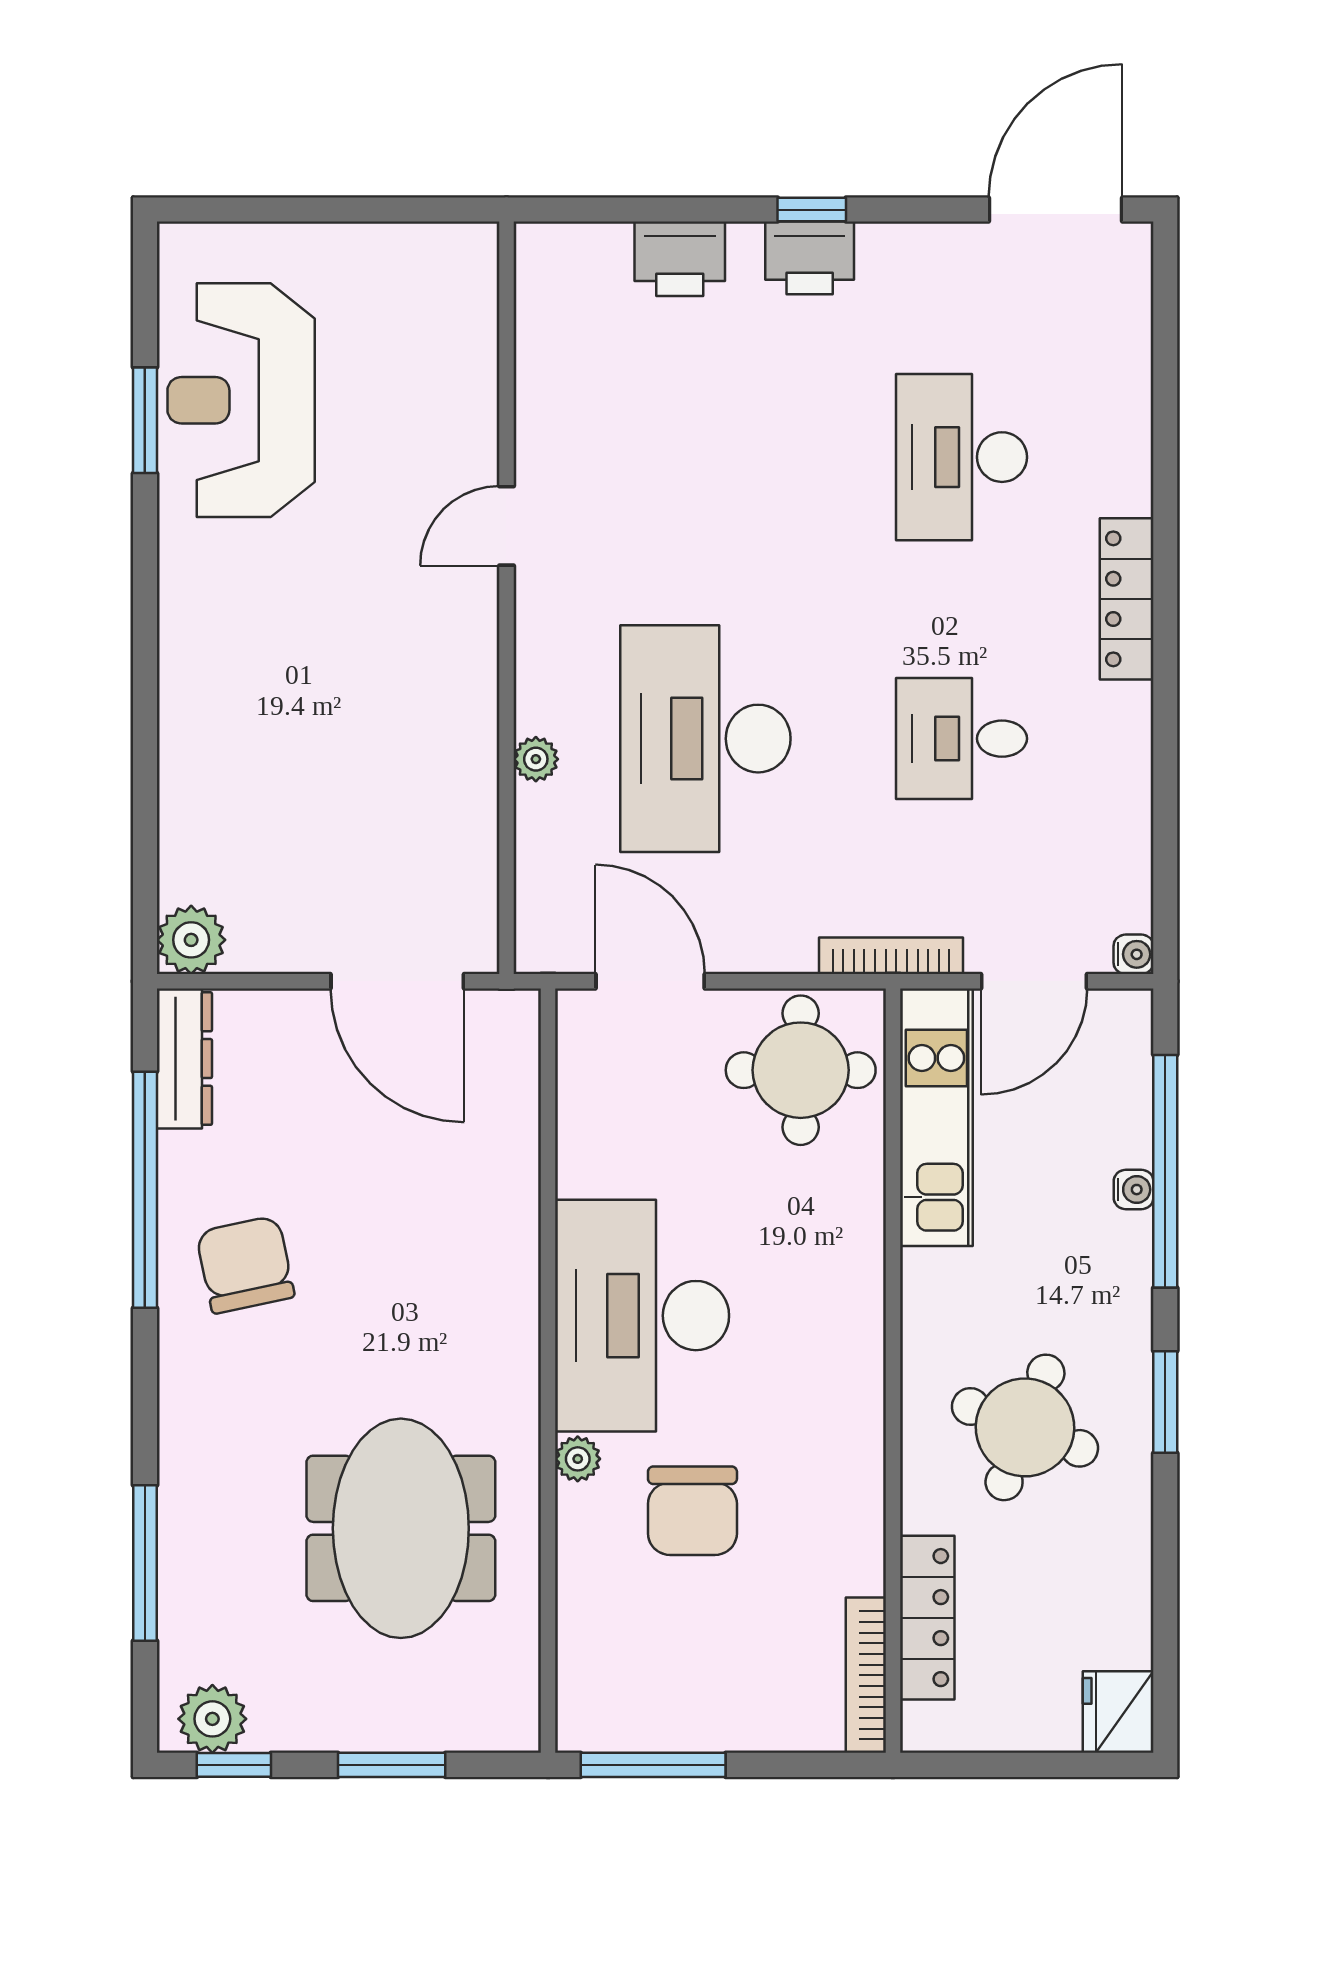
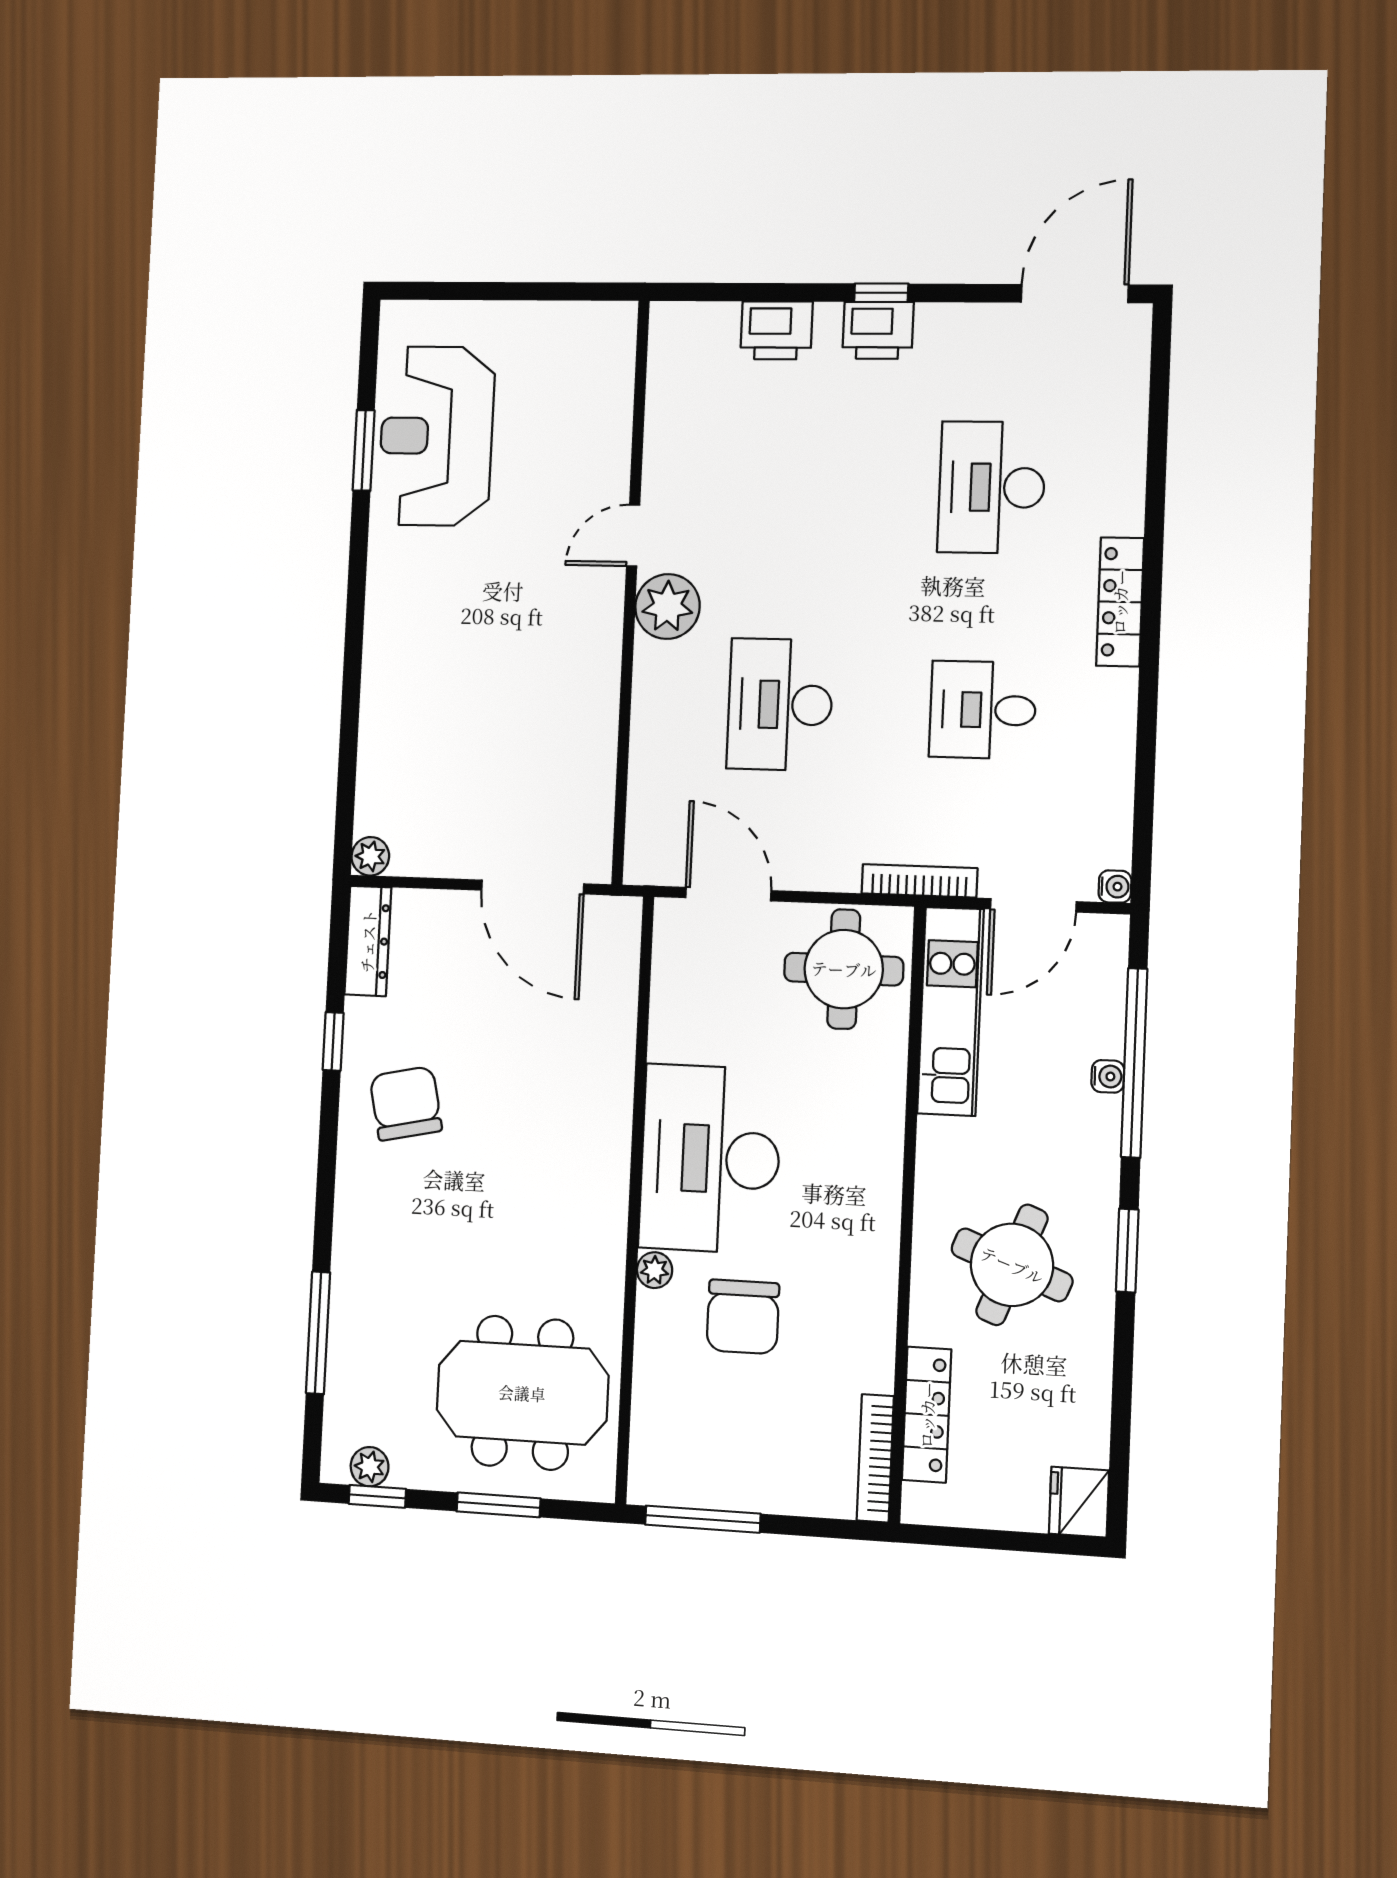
desk: (705, 739) -> (780, 705), width x0.73, depth x0.77
plant: (536, 759) -> (667, 607), moved, width x1.87, depth x1.87
plant: (191, 940) -> (370, 856), width x0.73, depth x0.73
window: (145, 1190) -> (333, 1041), width x0.32
meeting table: (401, 1528) -> (522, 1393), moved, turned 90
plant: (212, 1719) -> (370, 1467), width x0.73, depth x0.73

